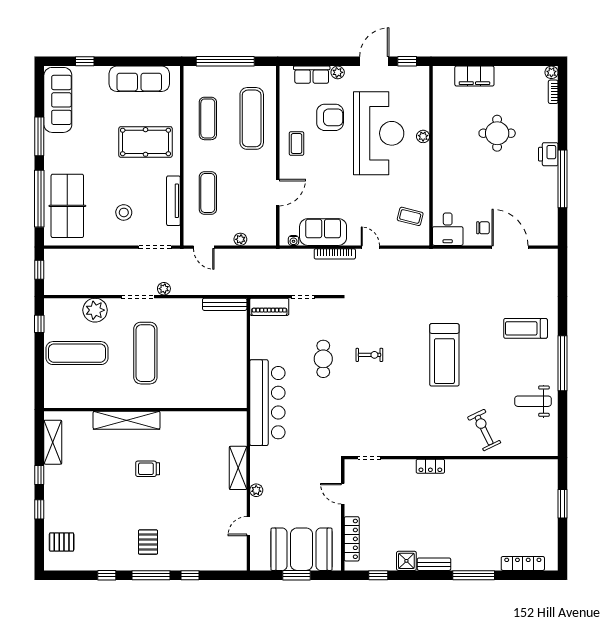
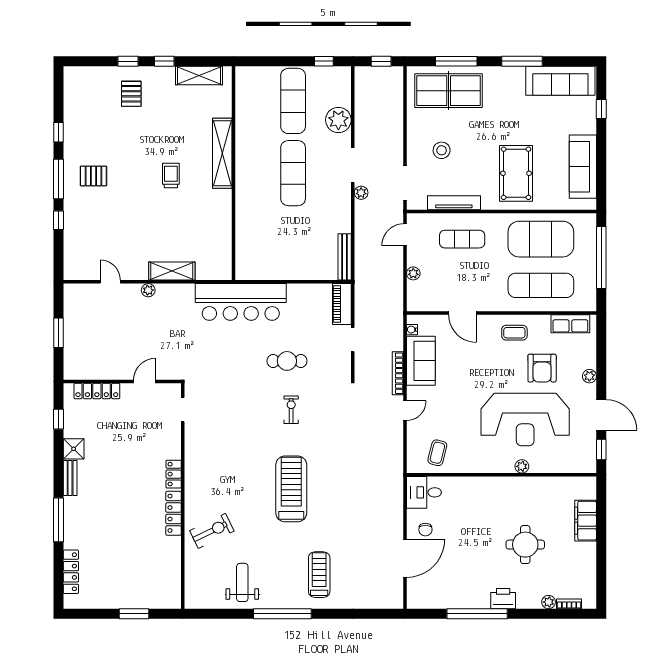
plant: (551, 72) -> (549, 602), moved
row of seats: (312, 75) -> (570, 324), moved, turned -90
exercise mat: (208, 118) -> (541, 239), width x2.00, depth x1.45
window: (39, 199) -> (456, 61), width x0.68
exercise mat: (145, 353) -> (293, 173), turned 90
exercise bike: (369, 355) -> (291, 410), turned 180
treadmill: (444, 355) -> (291, 489), turned 90
locker: (467, 466) -> (173, 513), added
pallet: (62, 542) -> (131, 94), moved
booth: (302, 549) -> (86, 338), removed

